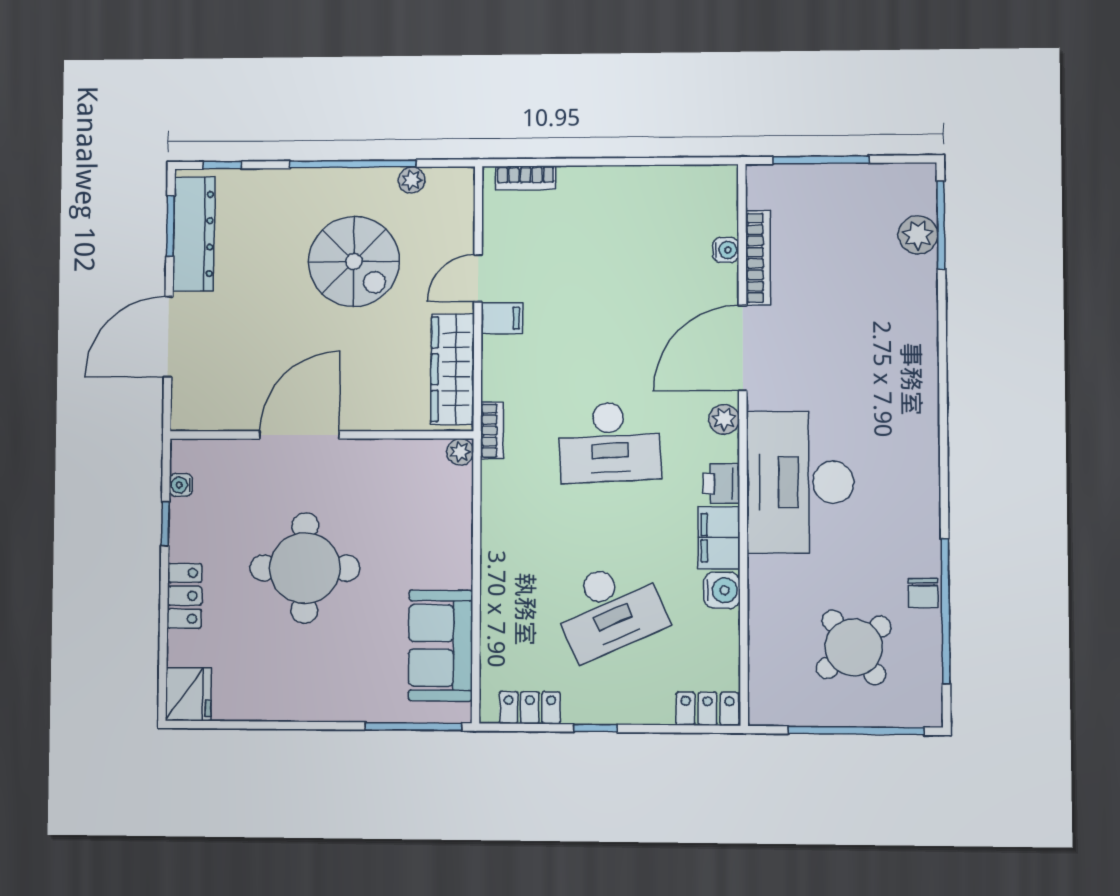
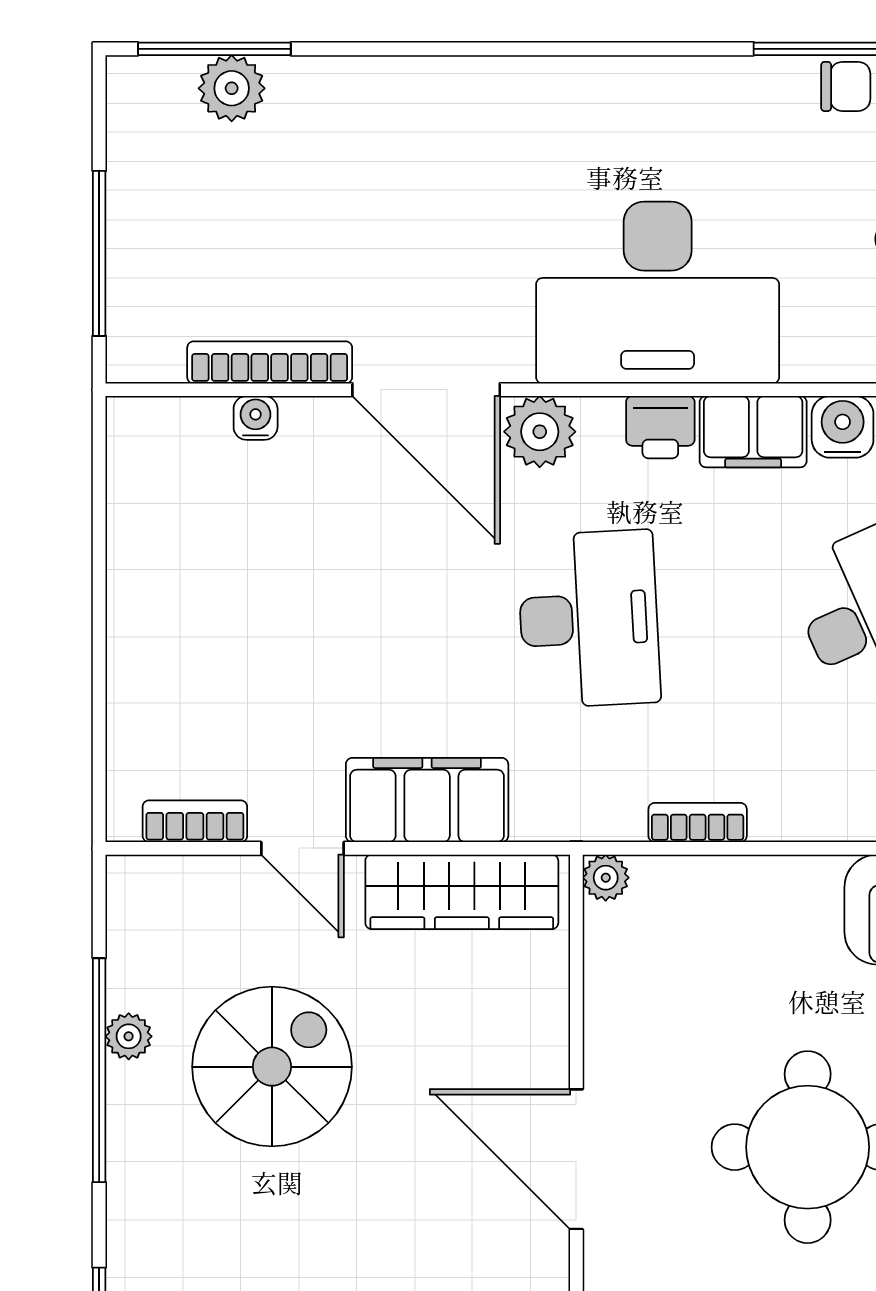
bookcase: (526, 178) -> (195, 821), moved, turned -90
plant: (412, 180) -> (129, 1036), moved
filing cabinet: (502, 318) -> (427, 800), width x3.00, depth x1.17
plant: (724, 419) -> (540, 432), width x1.38, depth x1.38
bookcase: (492, 430) -> (698, 822), moved

